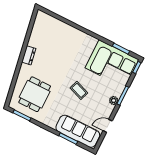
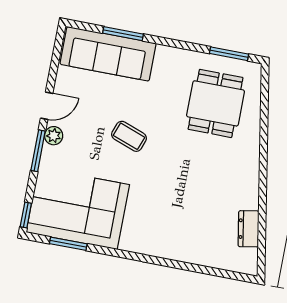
dresser: (29, 55) -> (249, 229), moved
door: (108, 126) -> (47, 106), moved

